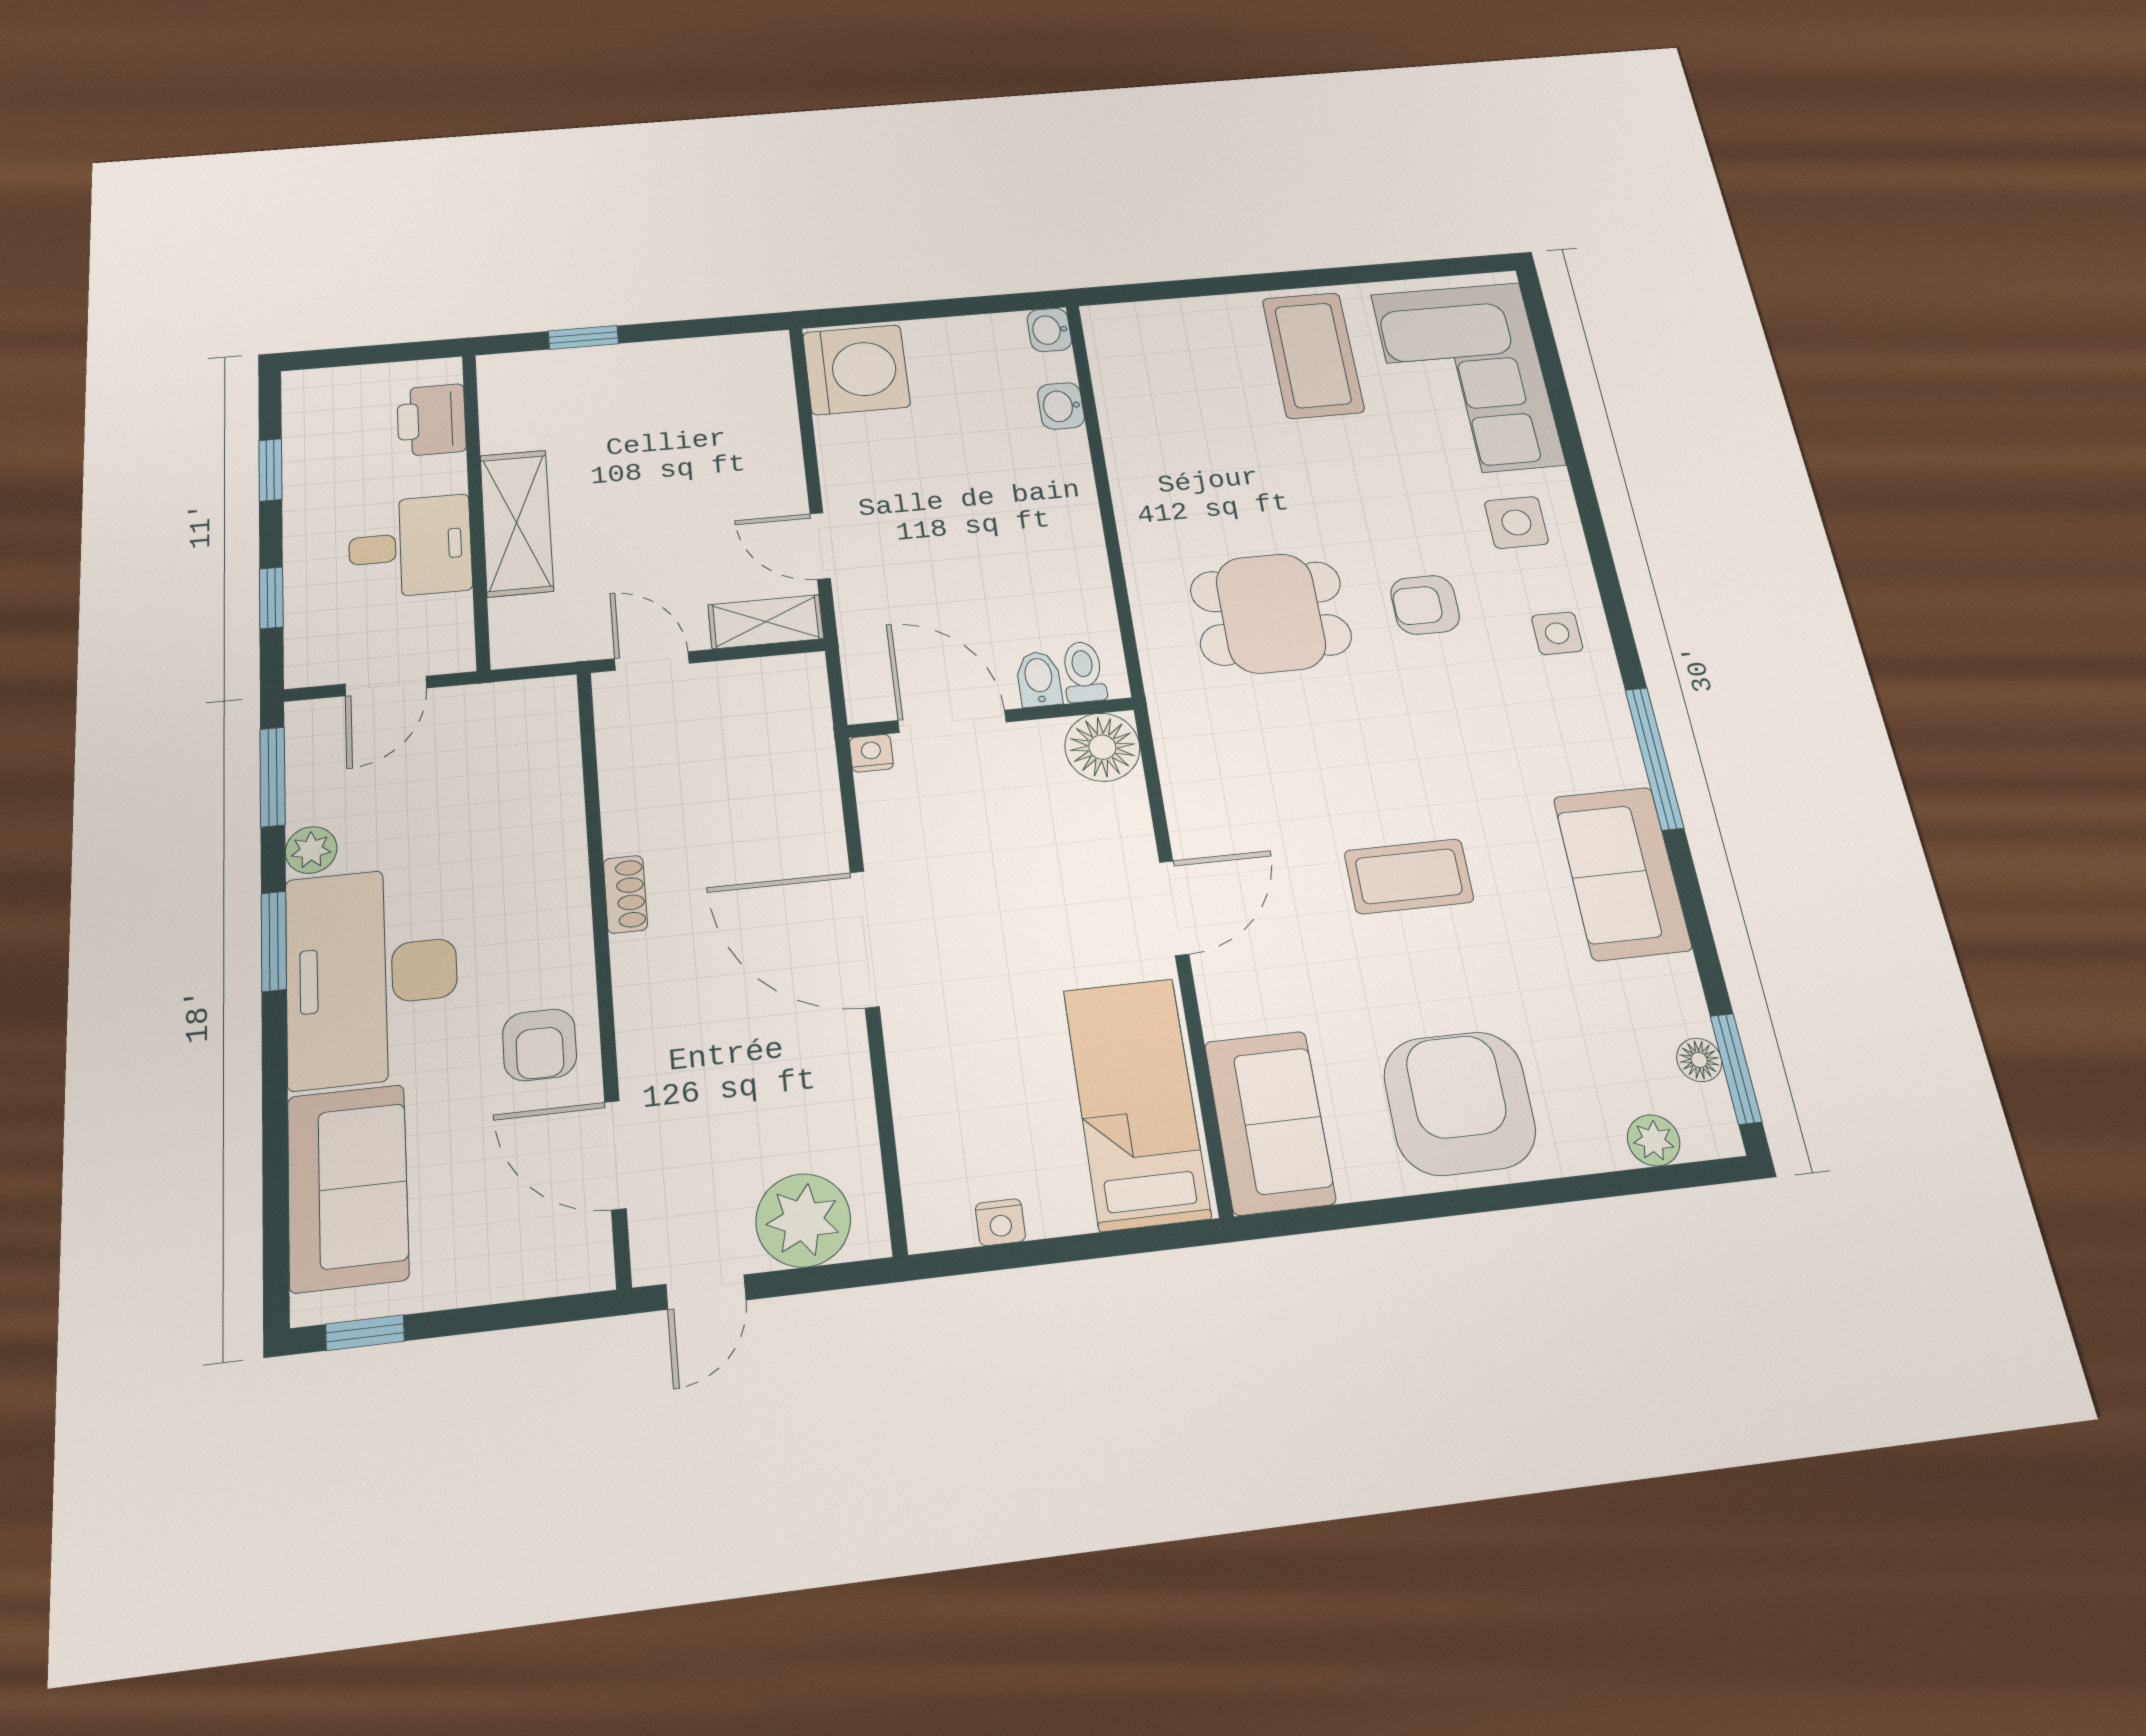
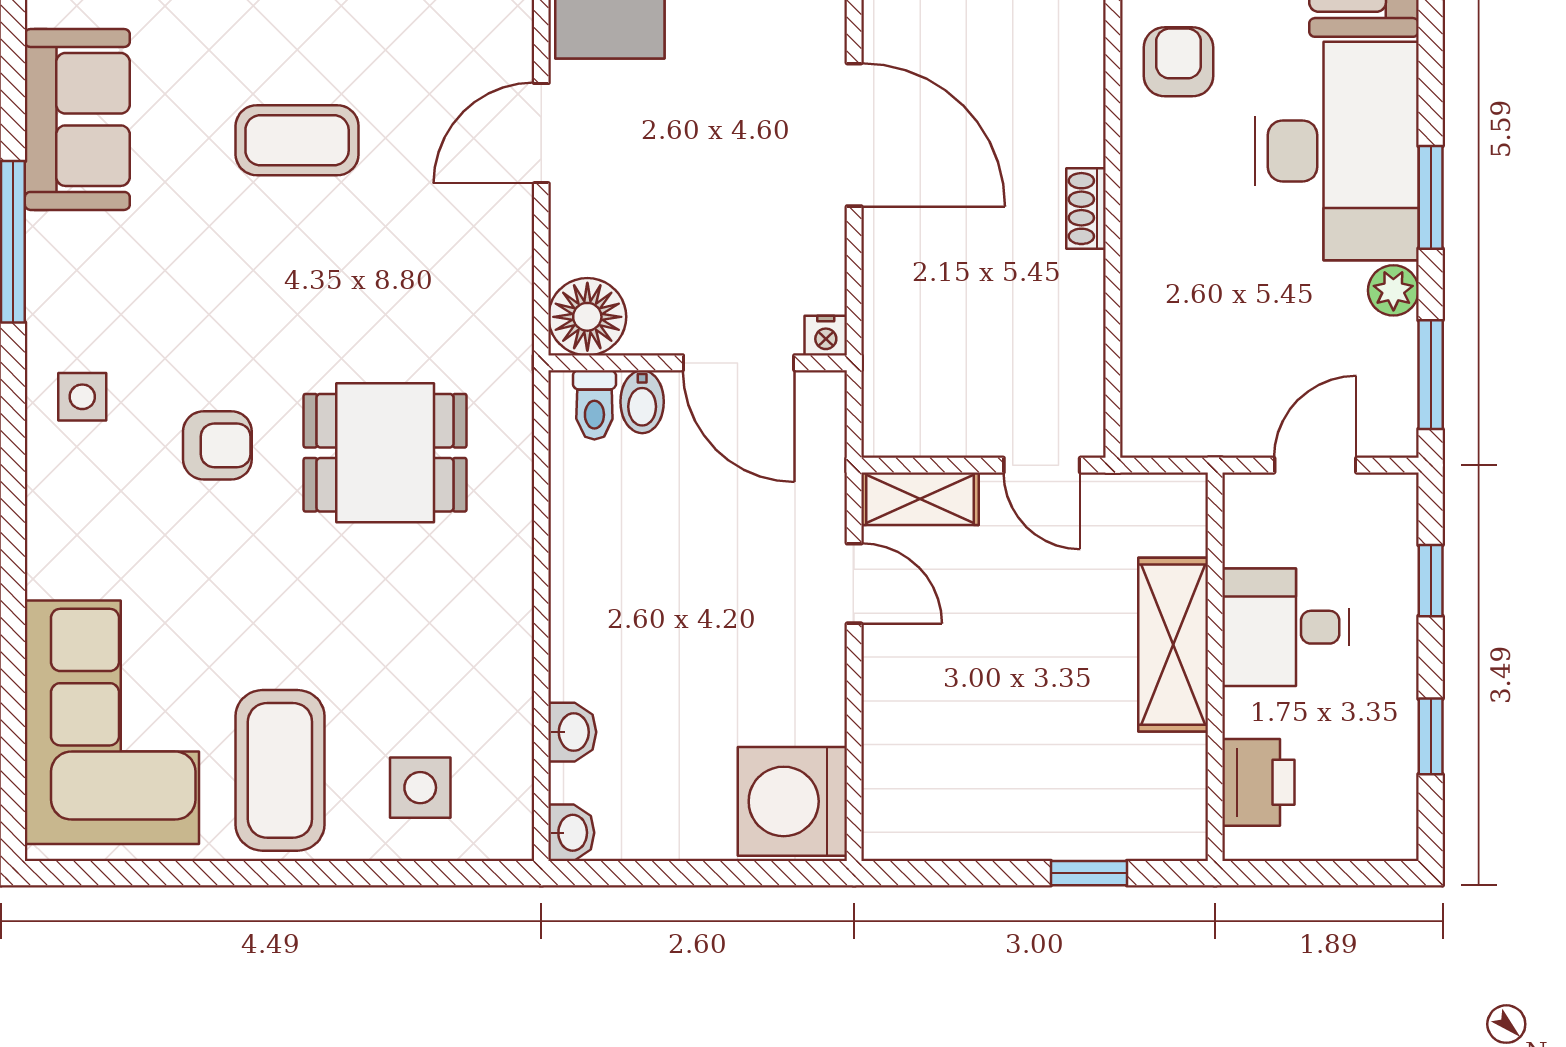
side table: (1516, 522) -> (420, 788), moved

